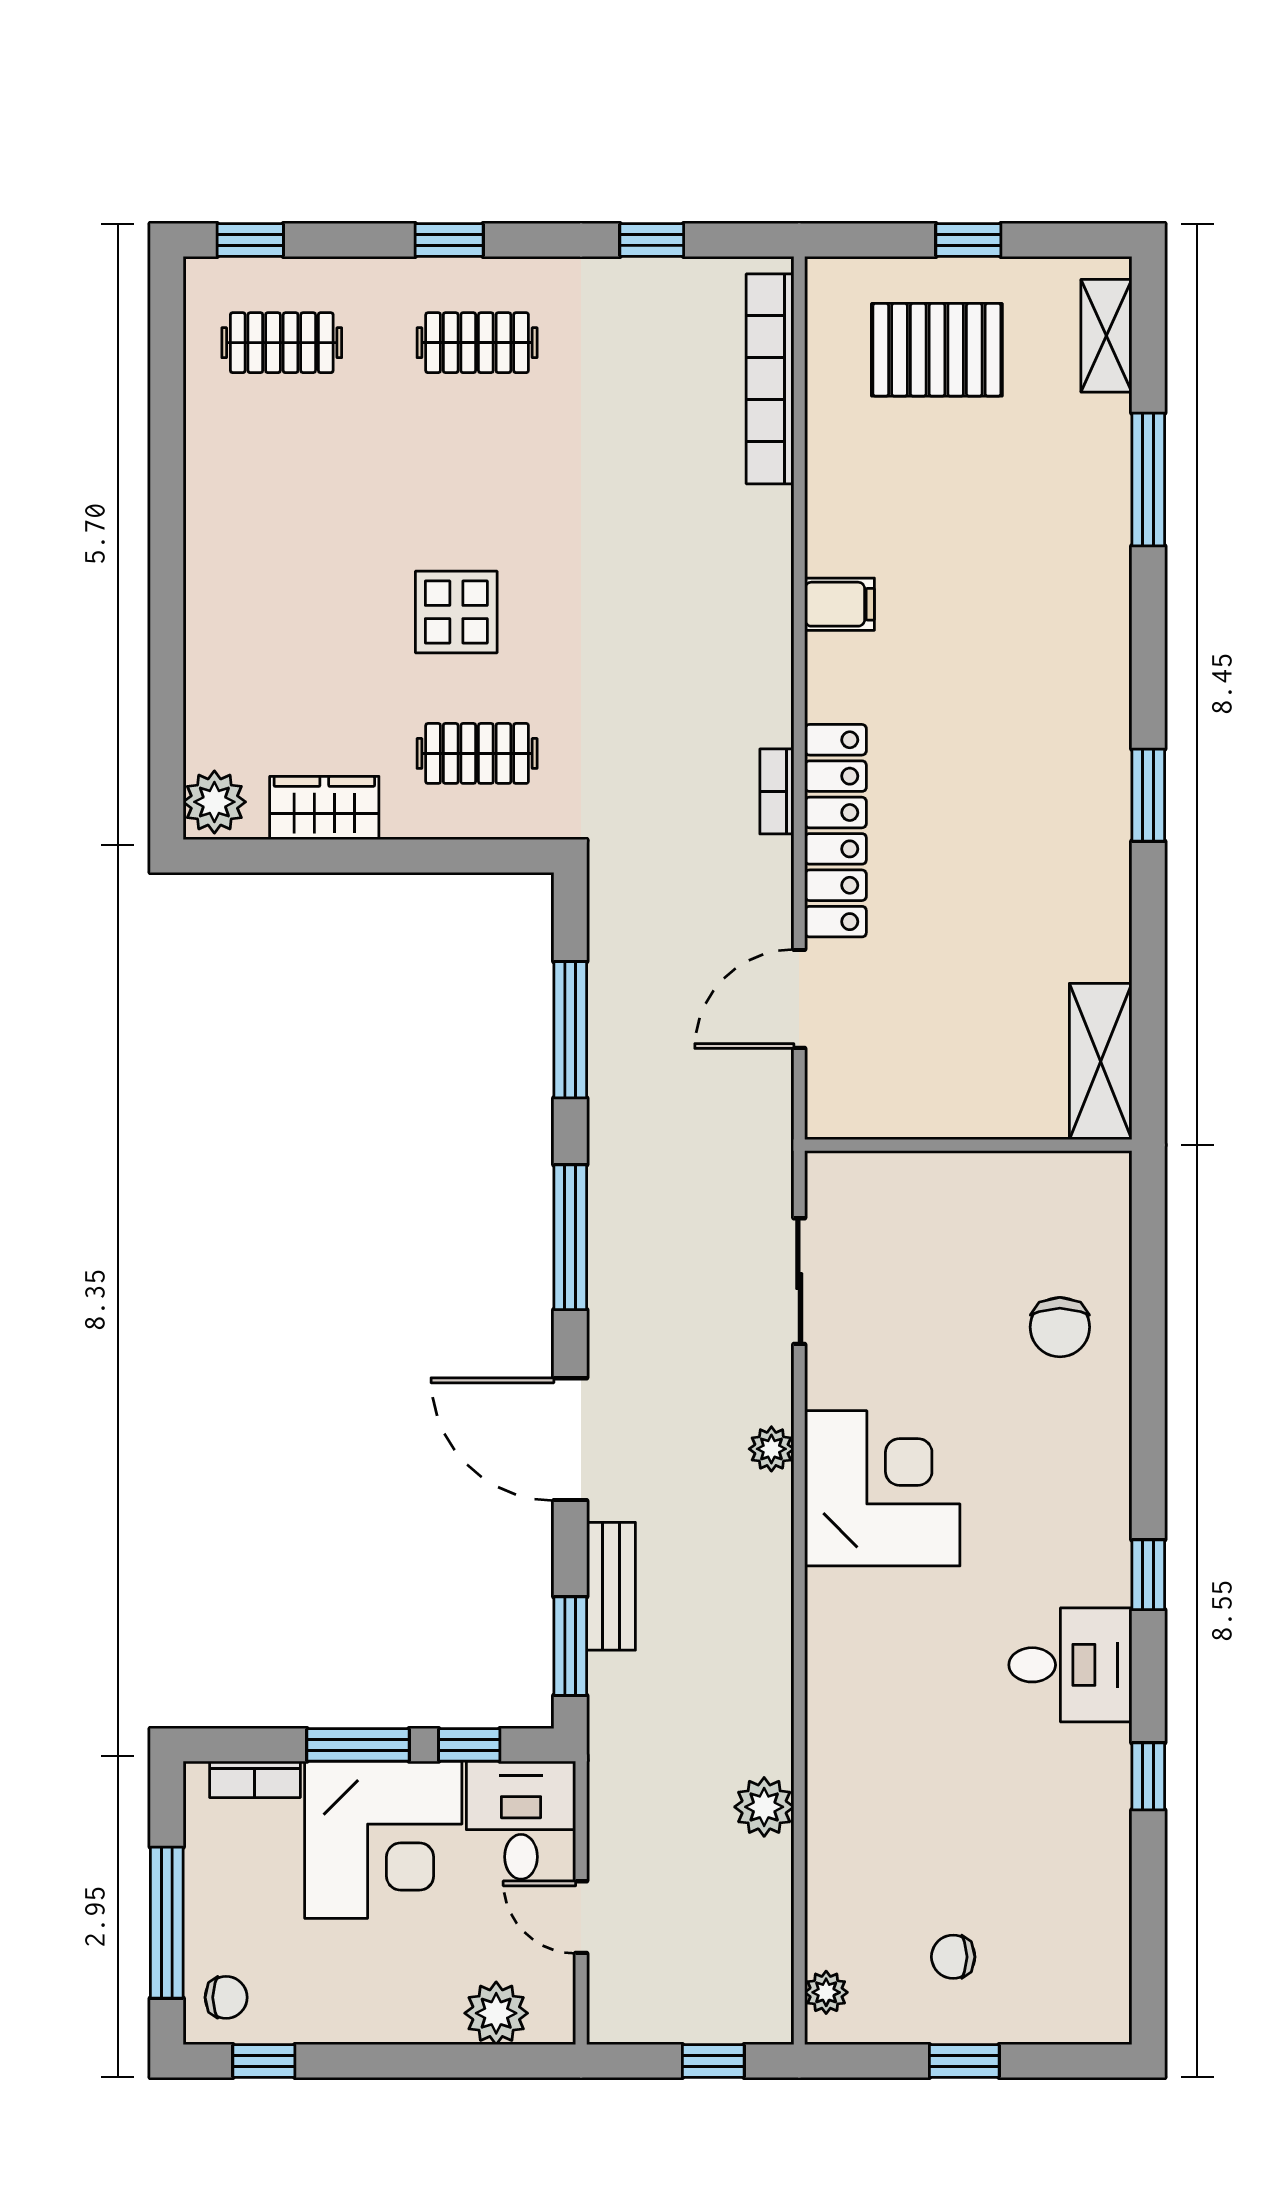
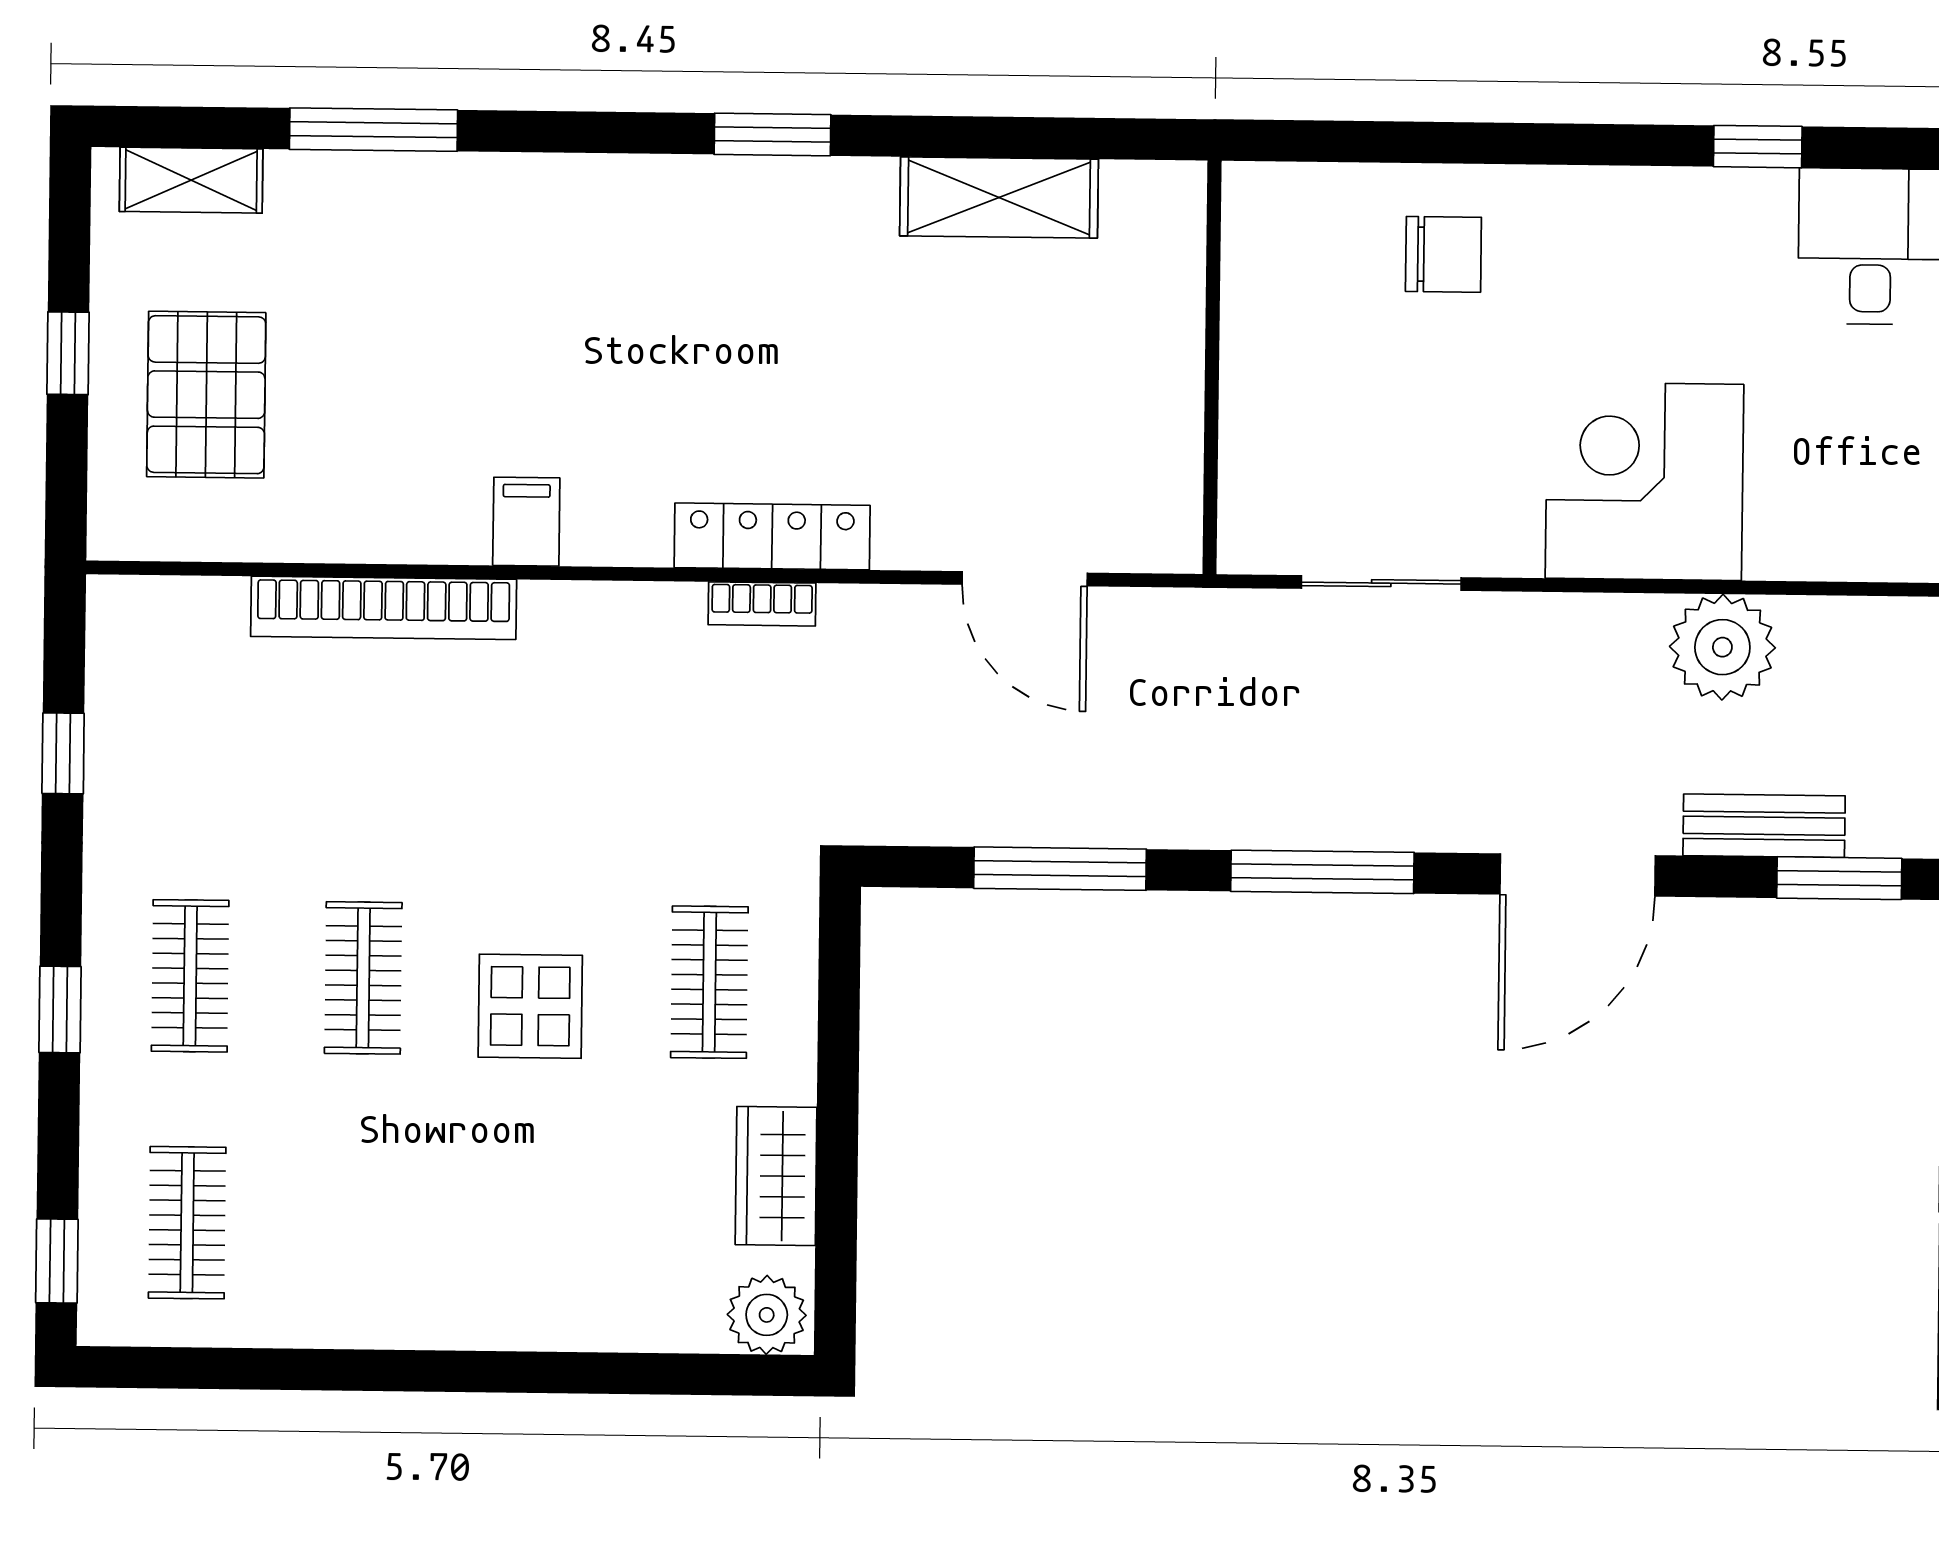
bookcase: (770, 379) -> (384, 608), moved
clothes rail: (477, 480) -> (363, 978), added
locker: (836, 831) -> (772, 536), width x0.71, depth x0.83
shelving: (1101, 1061) -> (999, 197), moved
plant: (771, 1449) -> (1722, 647), moved, width x1.87, depth x1.87

